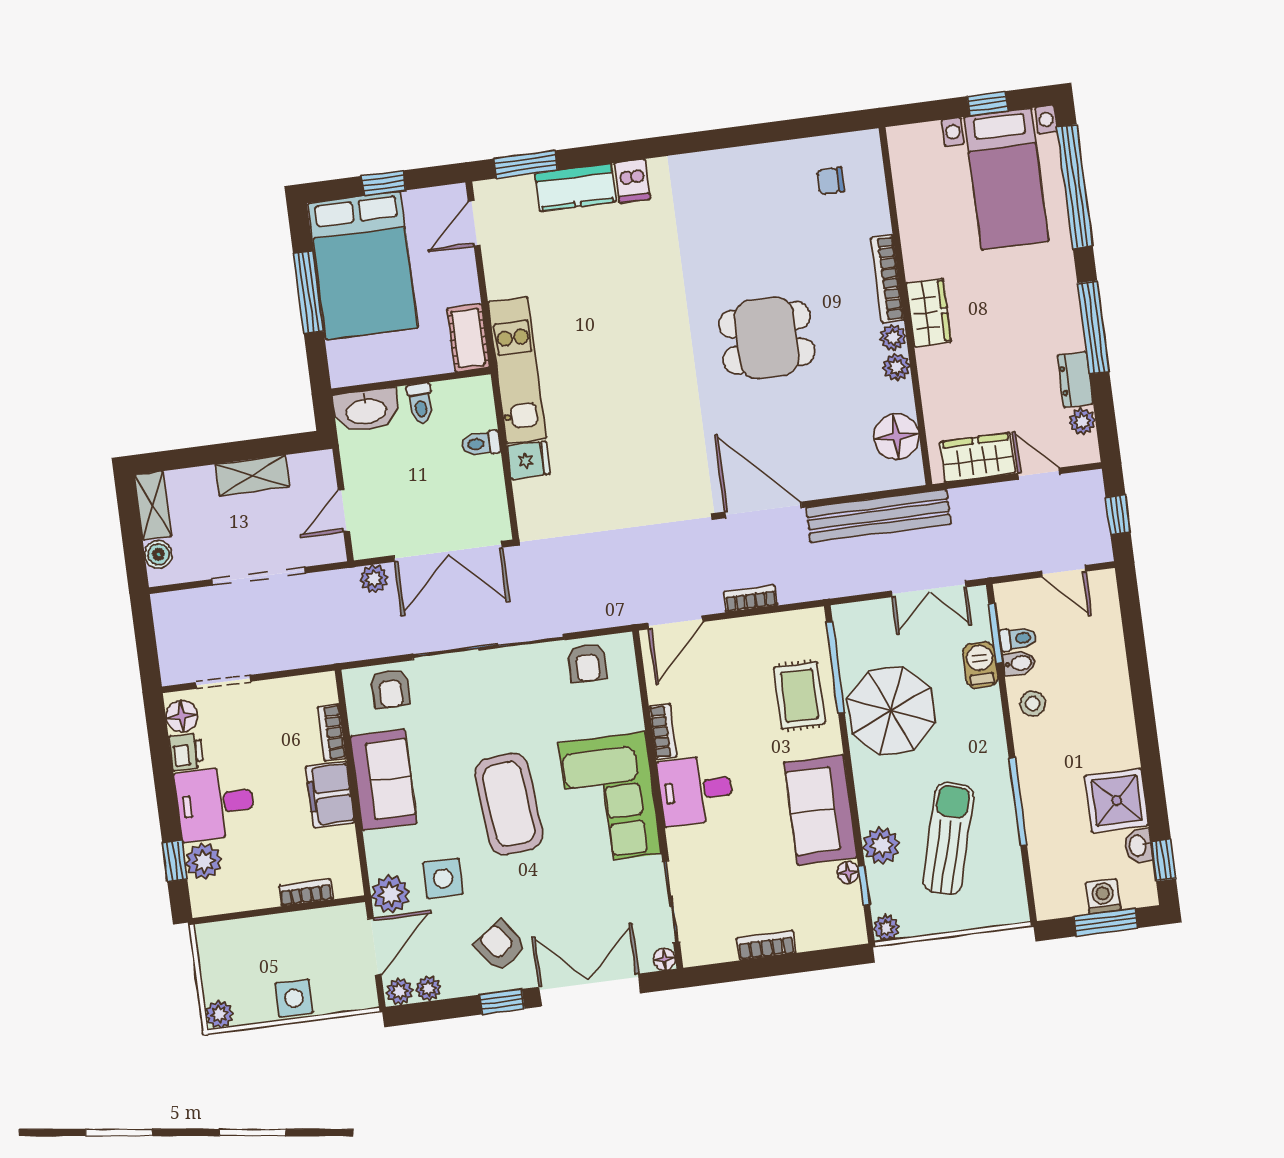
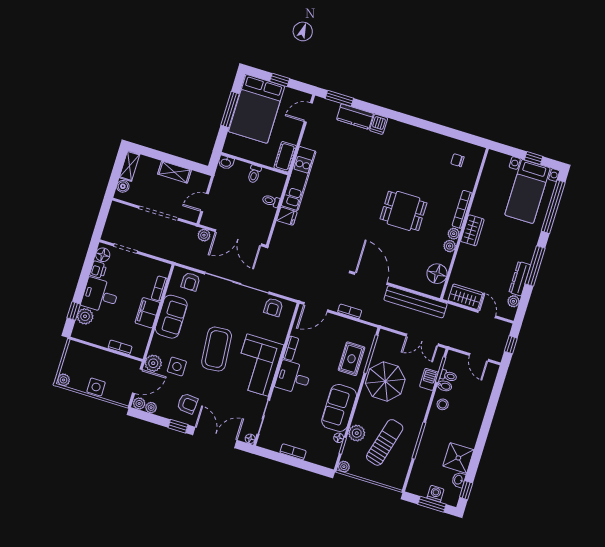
dresser: (1075, 379) -> (520, 279), width x1.44
washbasin: (366, 410) -> (226, 162), width x0.52, depth x0.69
armchair: (500, 946) -> (187, 404), turned 131

